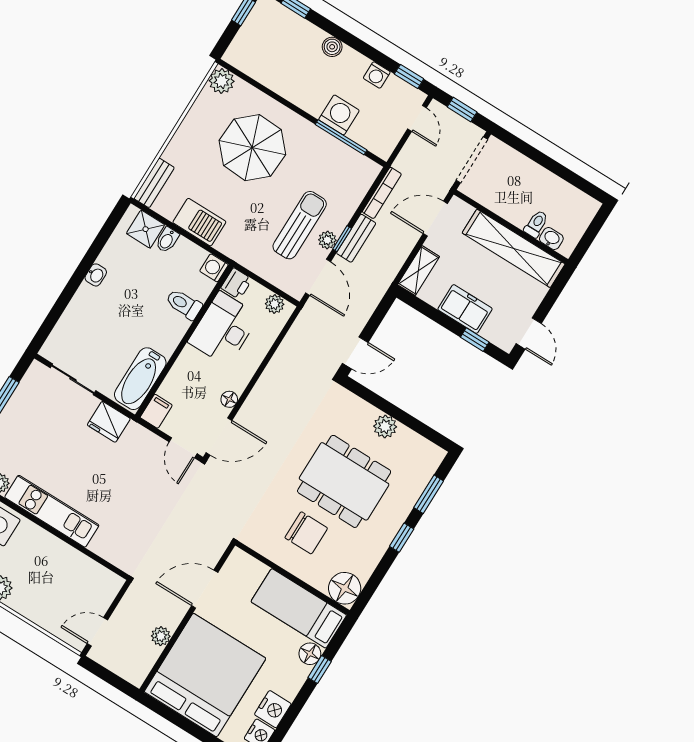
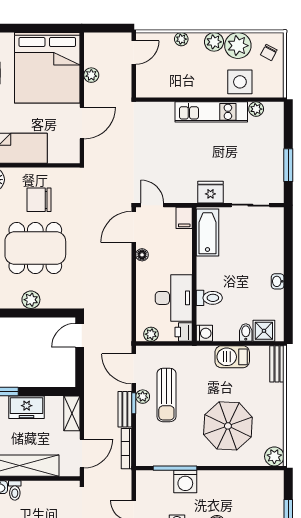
plant: (35, 614) -> (181, 39), added

